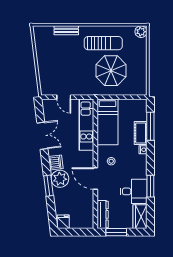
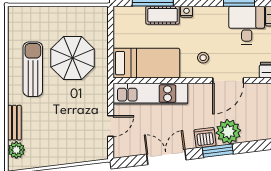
plant: (141, 32) -> (16, 150), moved
window: (48, 186) -> (218, 151), moved

